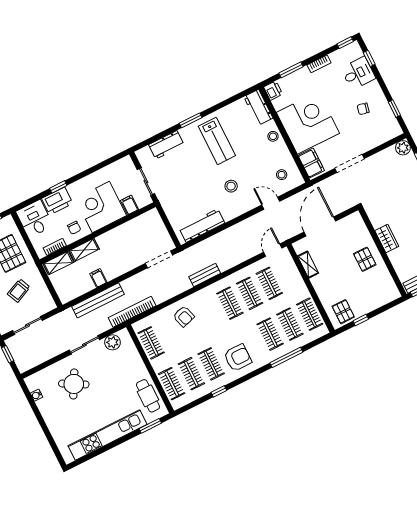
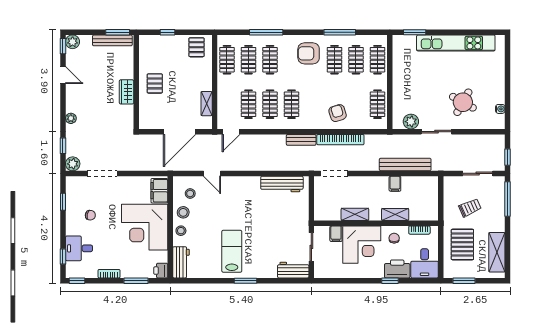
workbench: (166, 145) -> (293, 270), moved
doorway: (349, 164) -> (102, 173), moved
stool: (231, 186) -> (183, 212), moved
shelving: (58, 263) -> (355, 214), moved
bookcase: (132, 312) -> (340, 140), moved
window: (361, 320) -> (167, 32), moved
window: (219, 391) -> (340, 32), width x2.17
cafe table: (148, 396) -> (403, 59), removed

